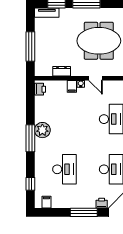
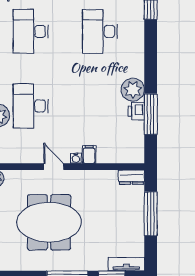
dresser: (62, 71) -> (131, 177), moved
printer: (40, 89) -> (136, 111), moved
window: (30, 138) -> (151, 114), moved

